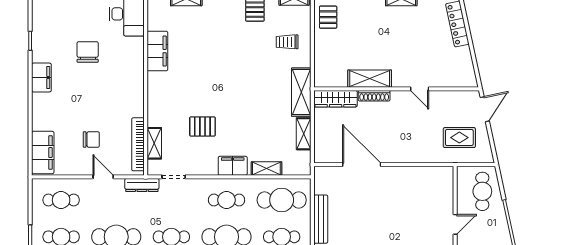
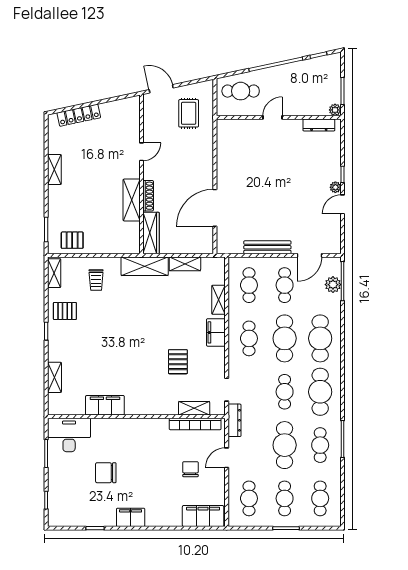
cafe table: (282, 200) -> (249, 285), width x0.73, depth x0.74
door: (455, 224) -> (273, 117), hinge flipped

